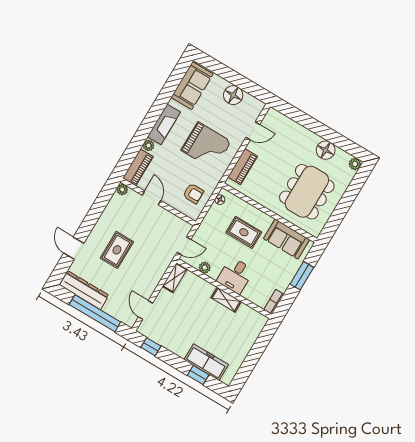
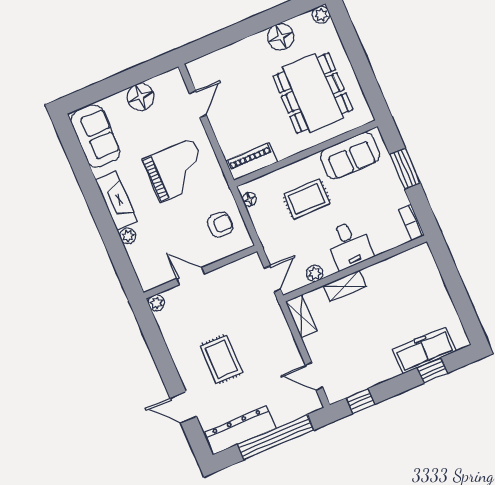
piano: (138, 167) -> (144, 266), removed
piano: (243, 167) -> (252, 162), moved, turned -90
shelving: (226, 300) -> (344, 286), moved

